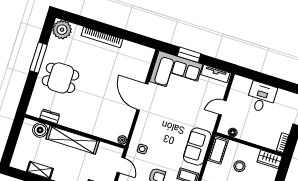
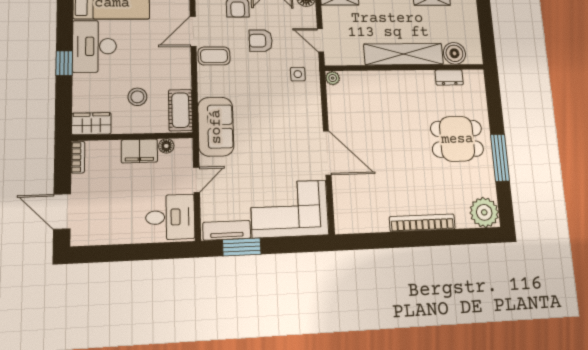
window: (189, 55) -> (242, 247), moved
desk: (261, 97) -> (170, 217), moved, turned -90
filing cabinet: (248, 135) -> (139, 151), added
sofa: (197, 147) -> (216, 127), moved

